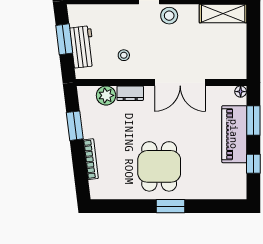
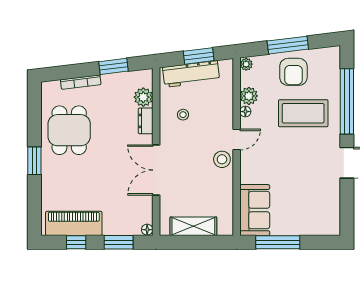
shelving: (223, 13) -> (193, 226), moved, turned 90
workbench: (82, 47) -> (191, 74), width x1.38
piano: (234, 134) -> (74, 223), moved
dining table: (159, 166) -> (69, 130), moved, turned 90

